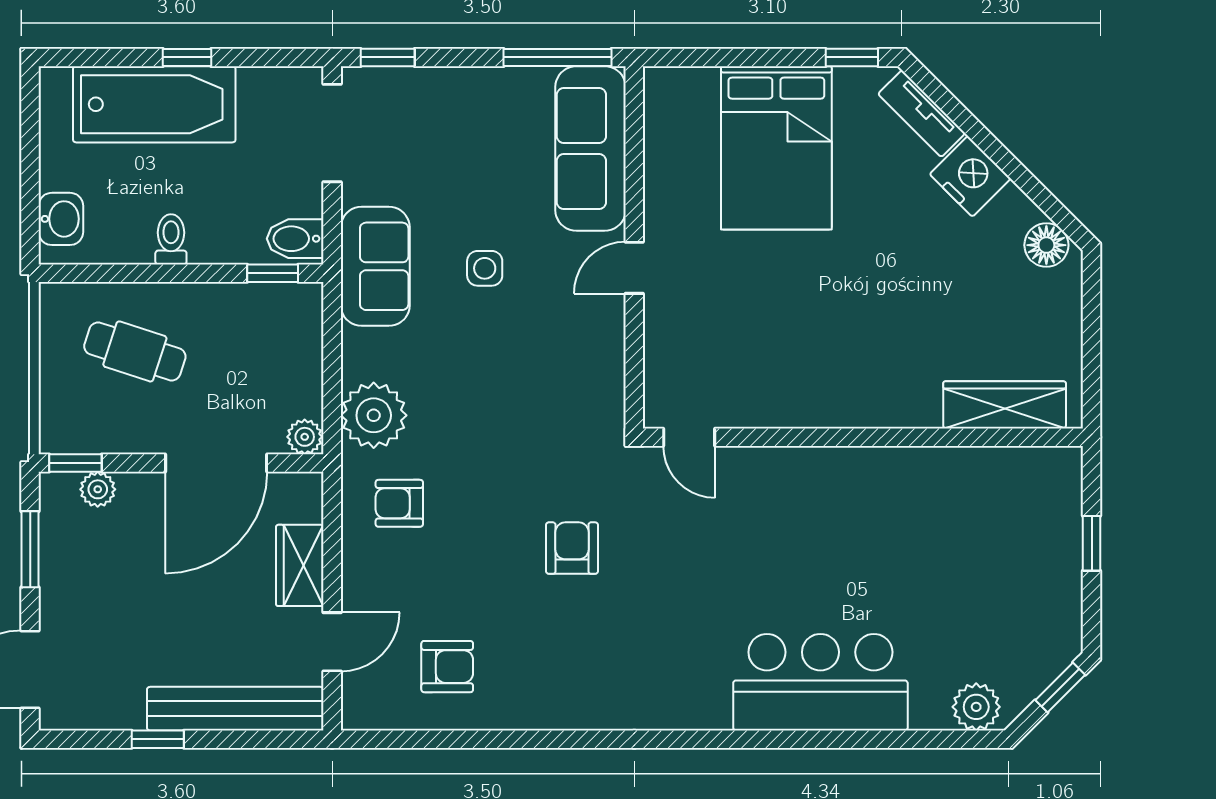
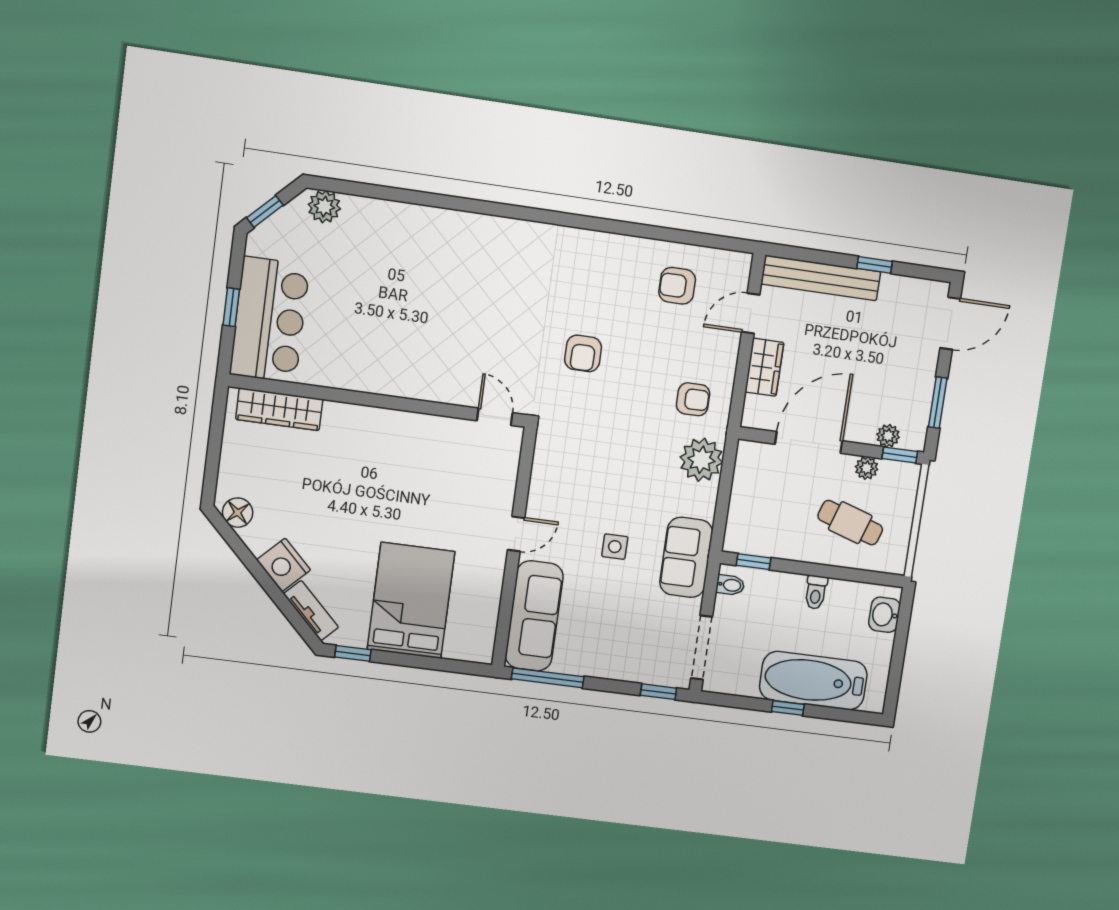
bidet: (295, 239) -> (730, 585), width x0.72, depth x0.74
plant: (305, 437) -> (867, 468), moved
bar counter: (820, 682) -> (270, 320), moved, turned -90

